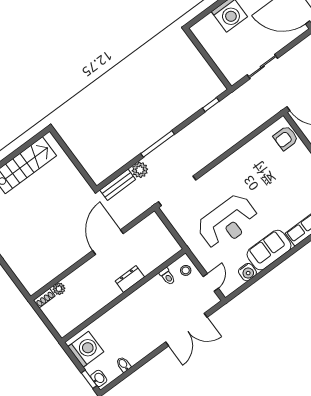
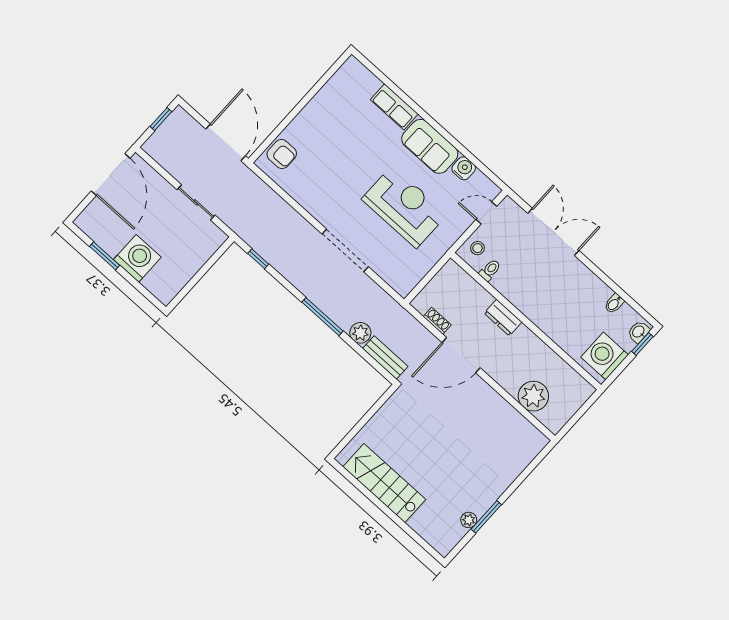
doorway: (177, 191) -> (345, 250), moved
plant: (59, 289) -> (533, 396), width x1.88, depth x1.88
shoe rack: (44, 298) -> (437, 321), moved

